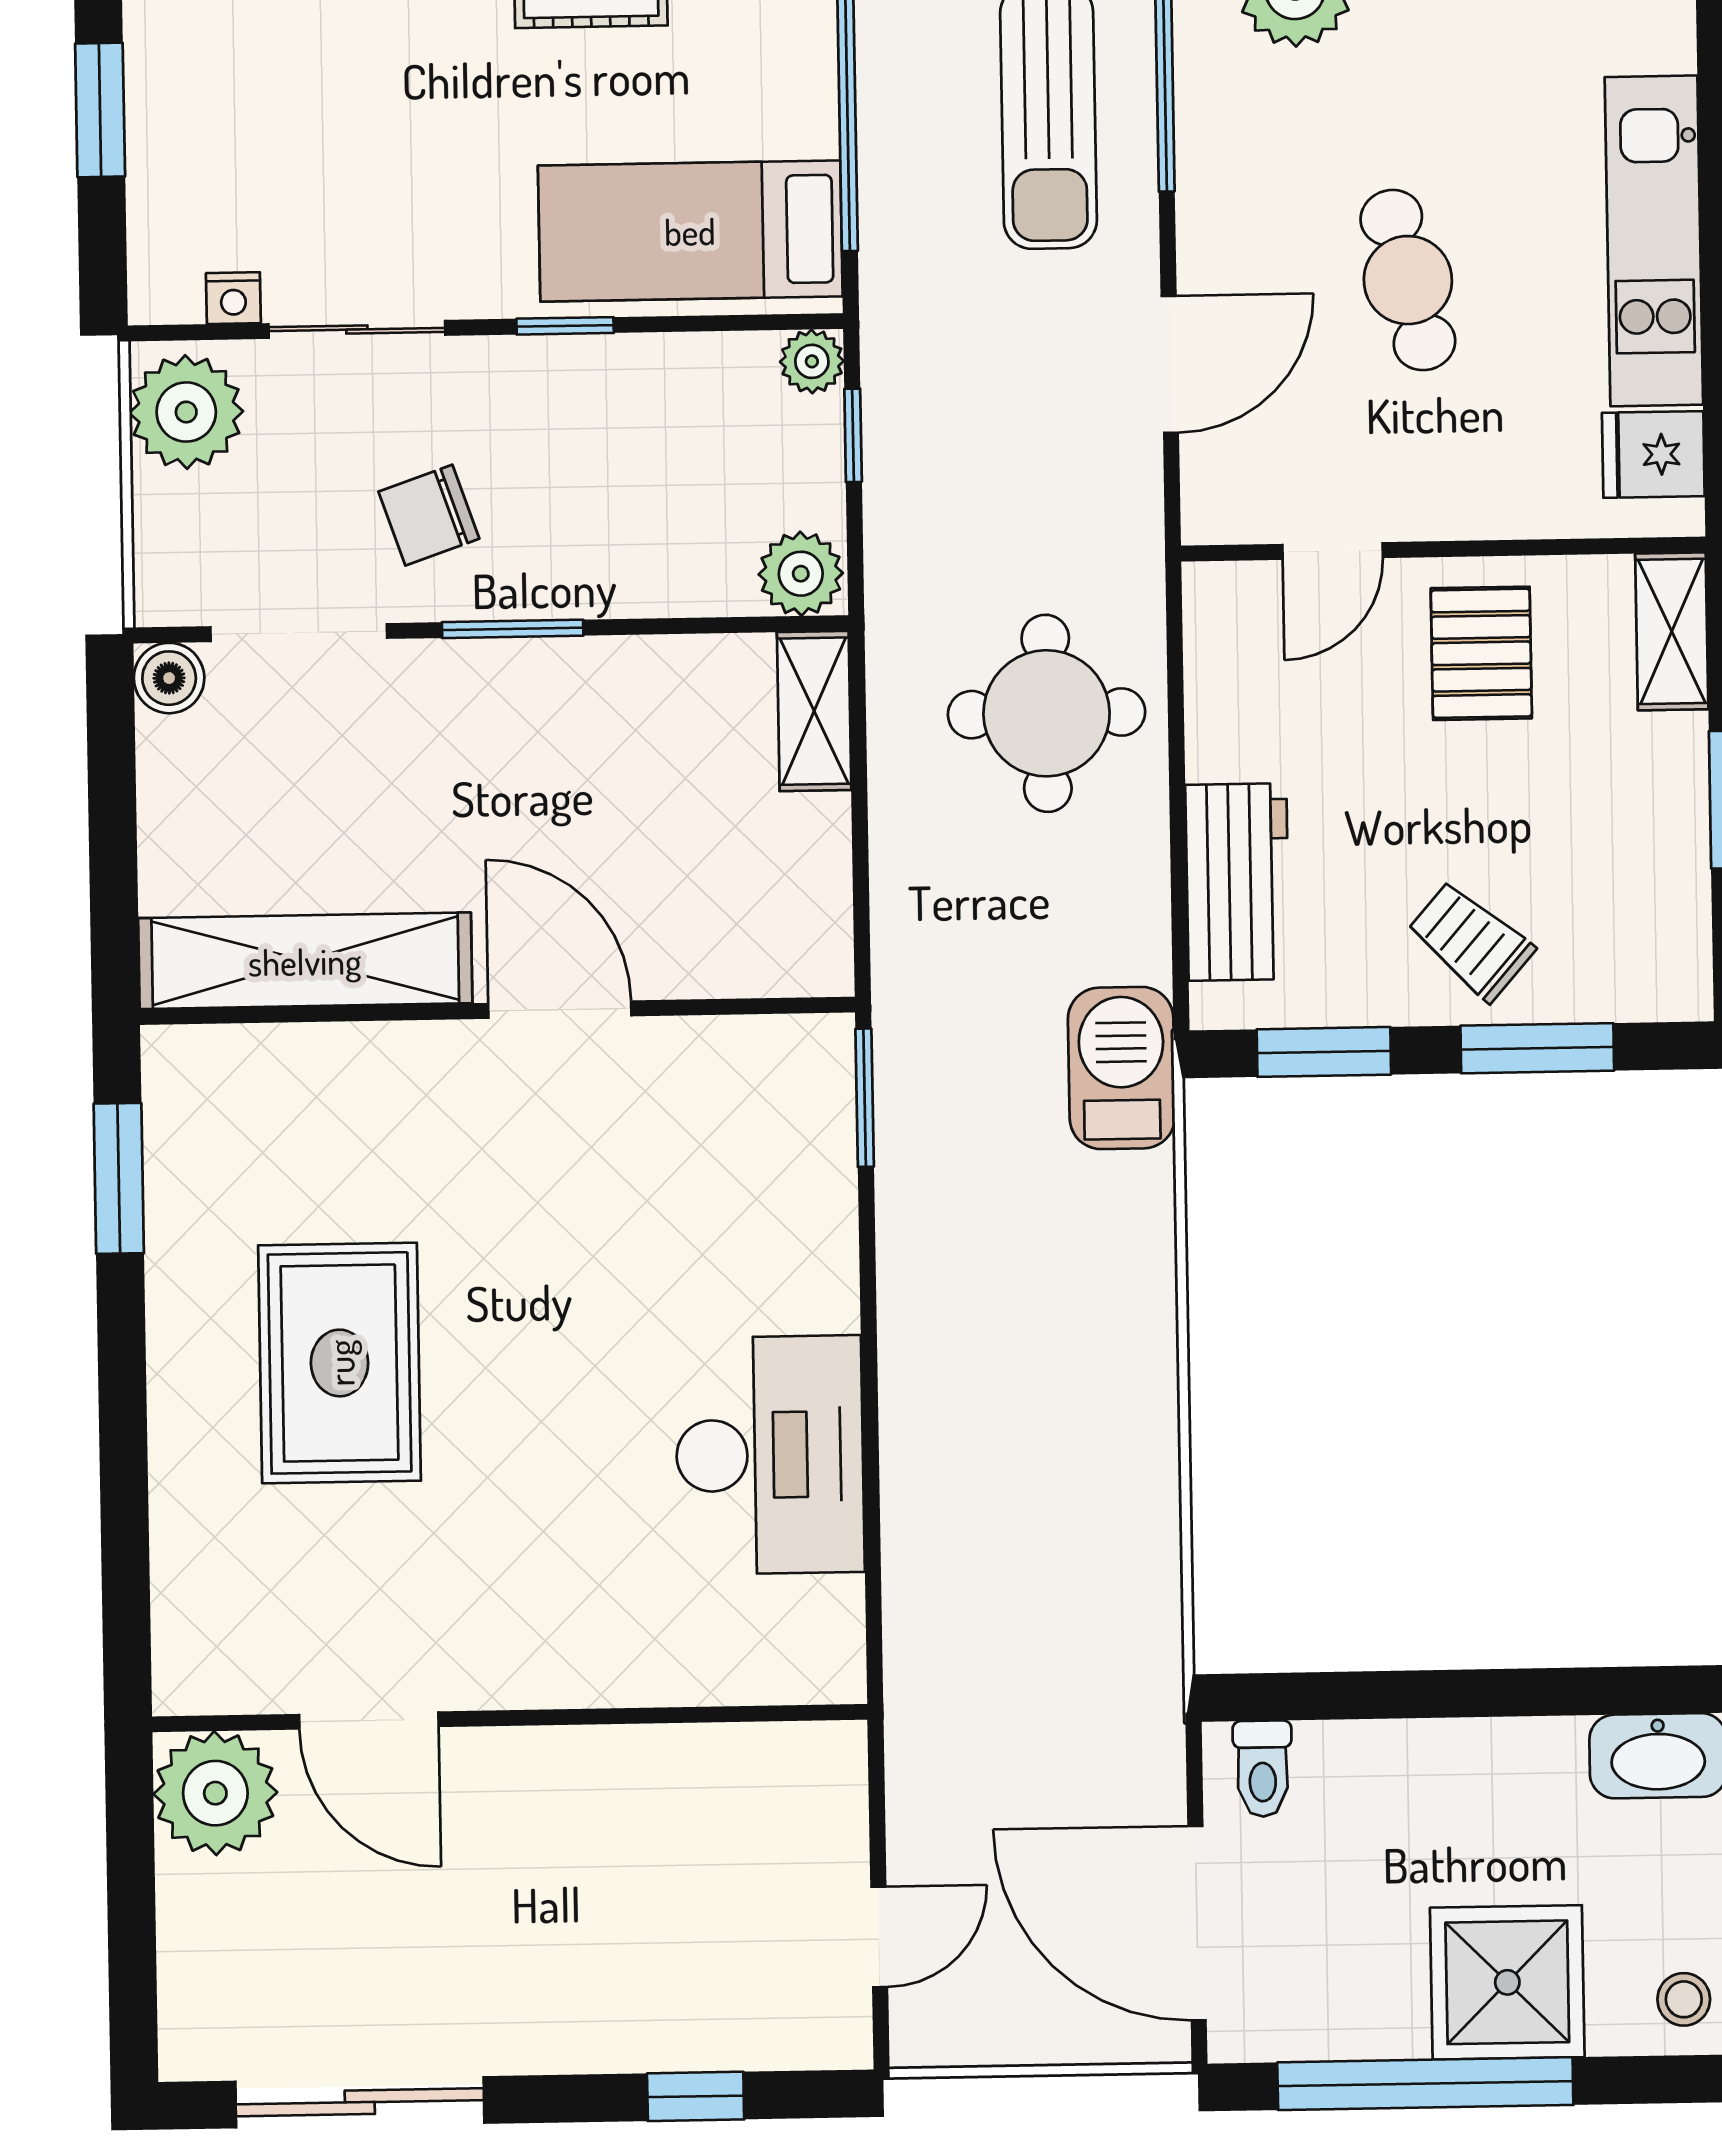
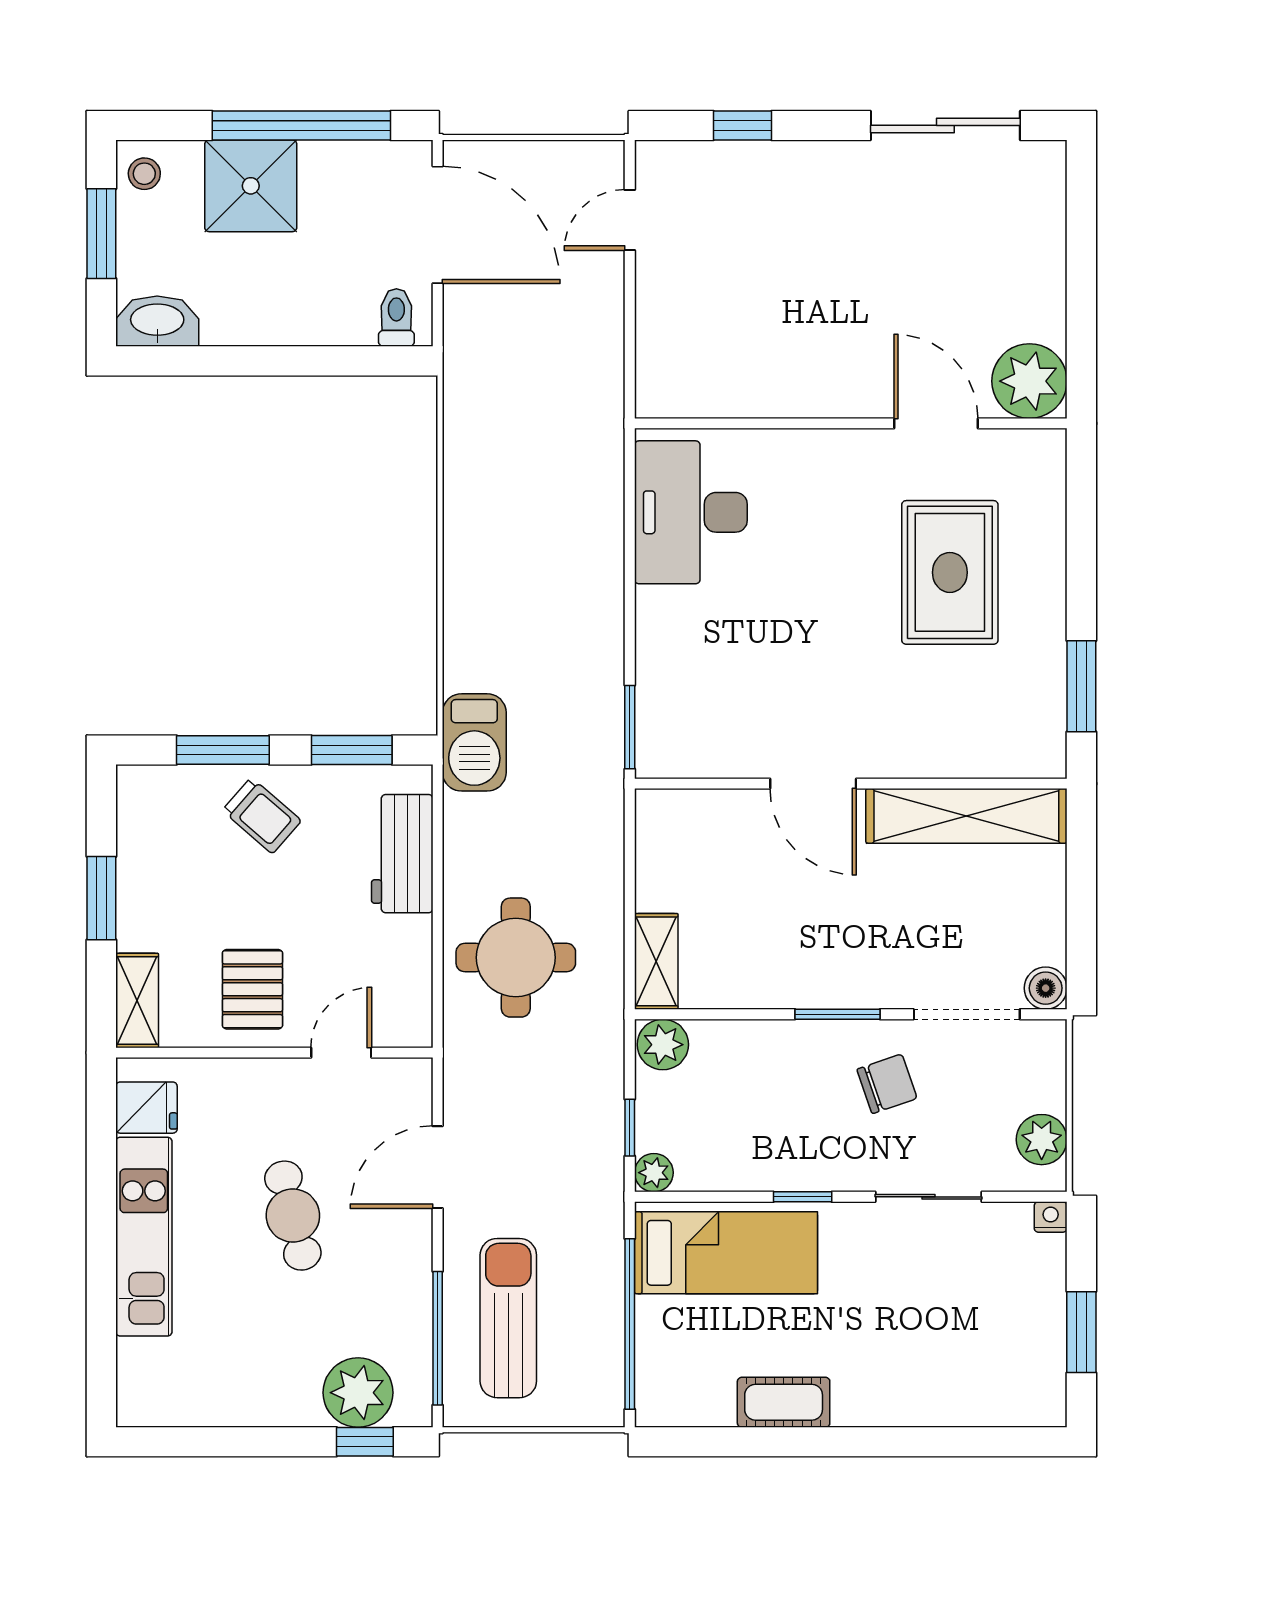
nightstand: (233, 298) -> (1051, 1217), moved
plant: (186, 412) -> (1042, 1140), width x0.73, depth x0.73
wall: (510, 1718) -> (851, 423), moved
door: (369, 1721) -> (936, 423), moved
plant: (215, 1793) -> (1029, 381), moved

